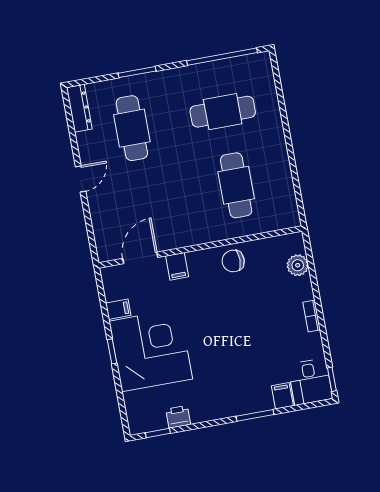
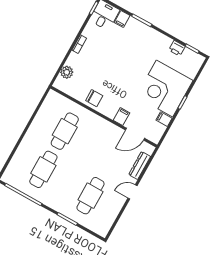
dresser: (79, 108) -> (140, 165), moved
cafe table: (223, 112) -> (43, 169), turned 90

